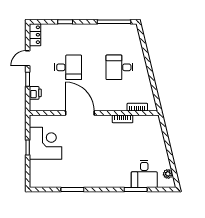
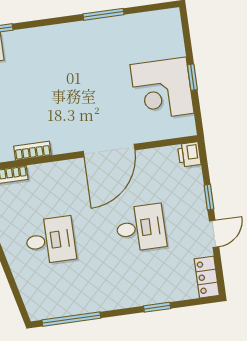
desk: (68, 67) -> (141, 228), turned 180
printer: (35, 93) -> (189, 154), moved
door: (80, 113) -> (109, 151), hinge flipped

